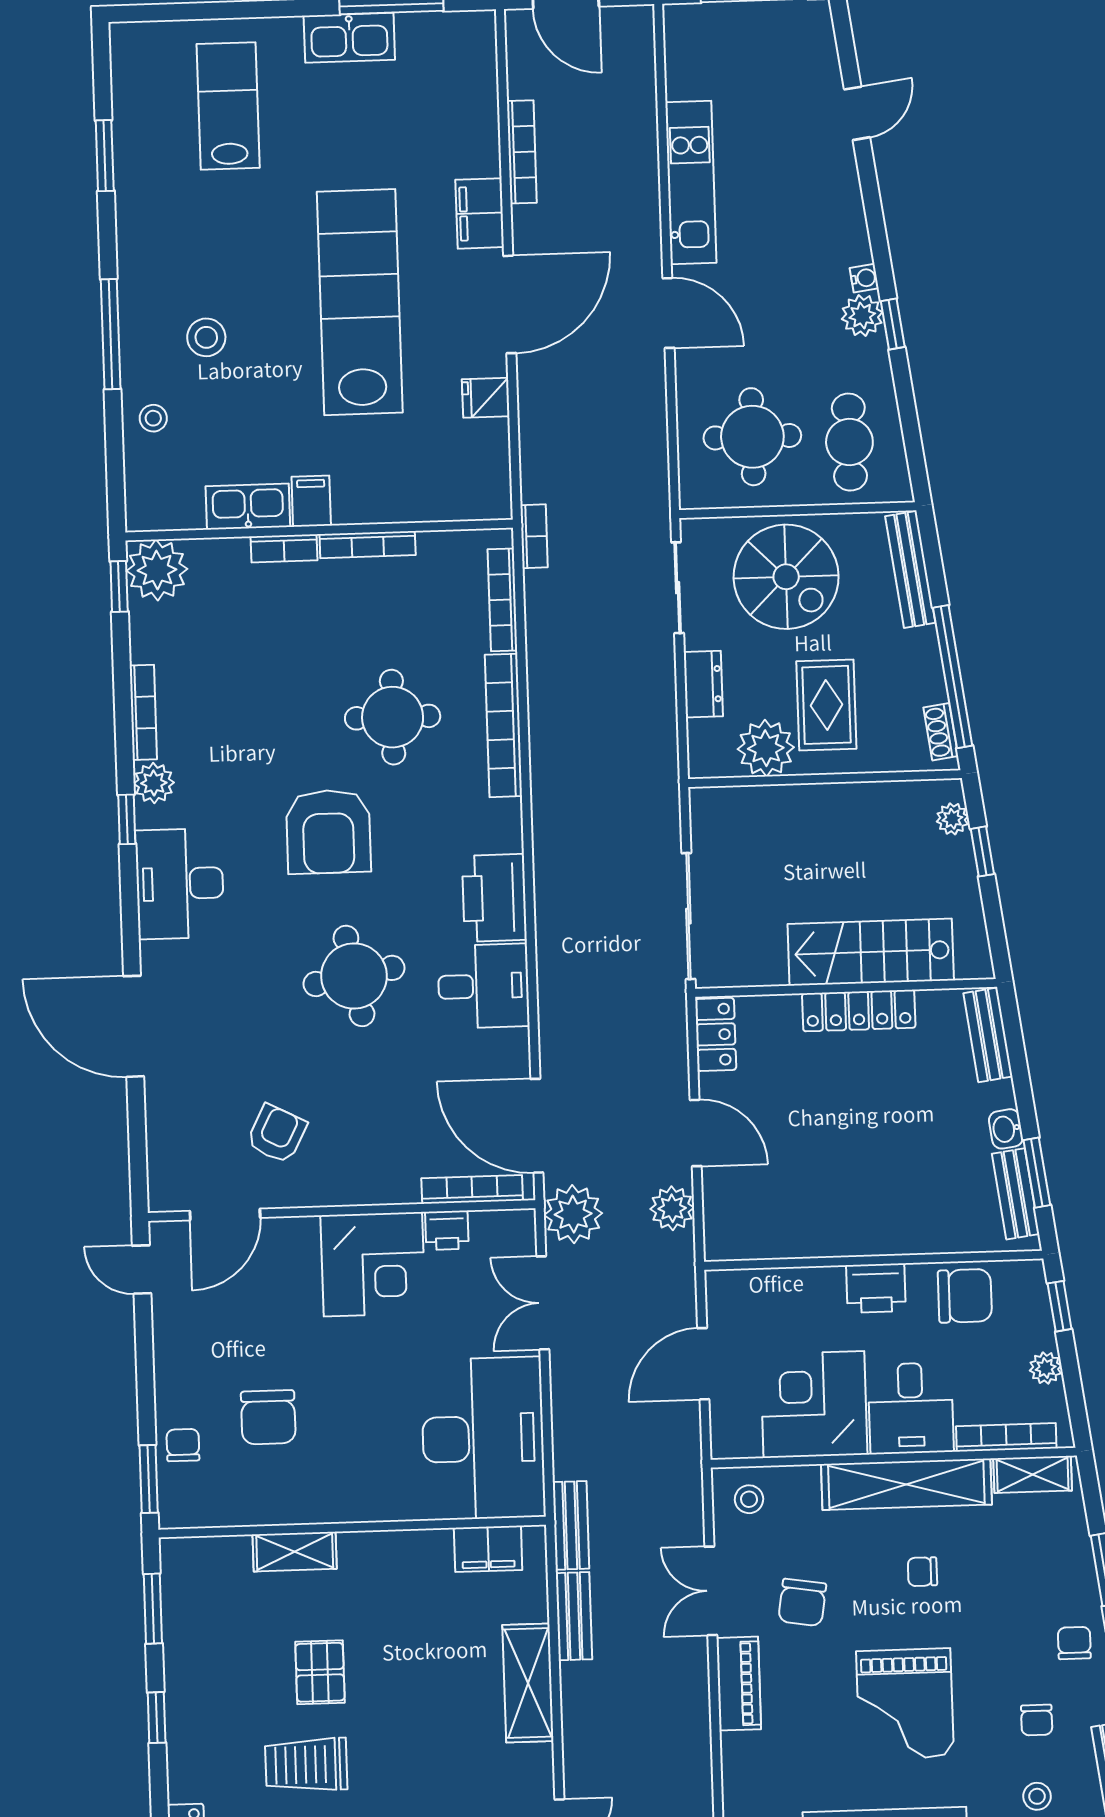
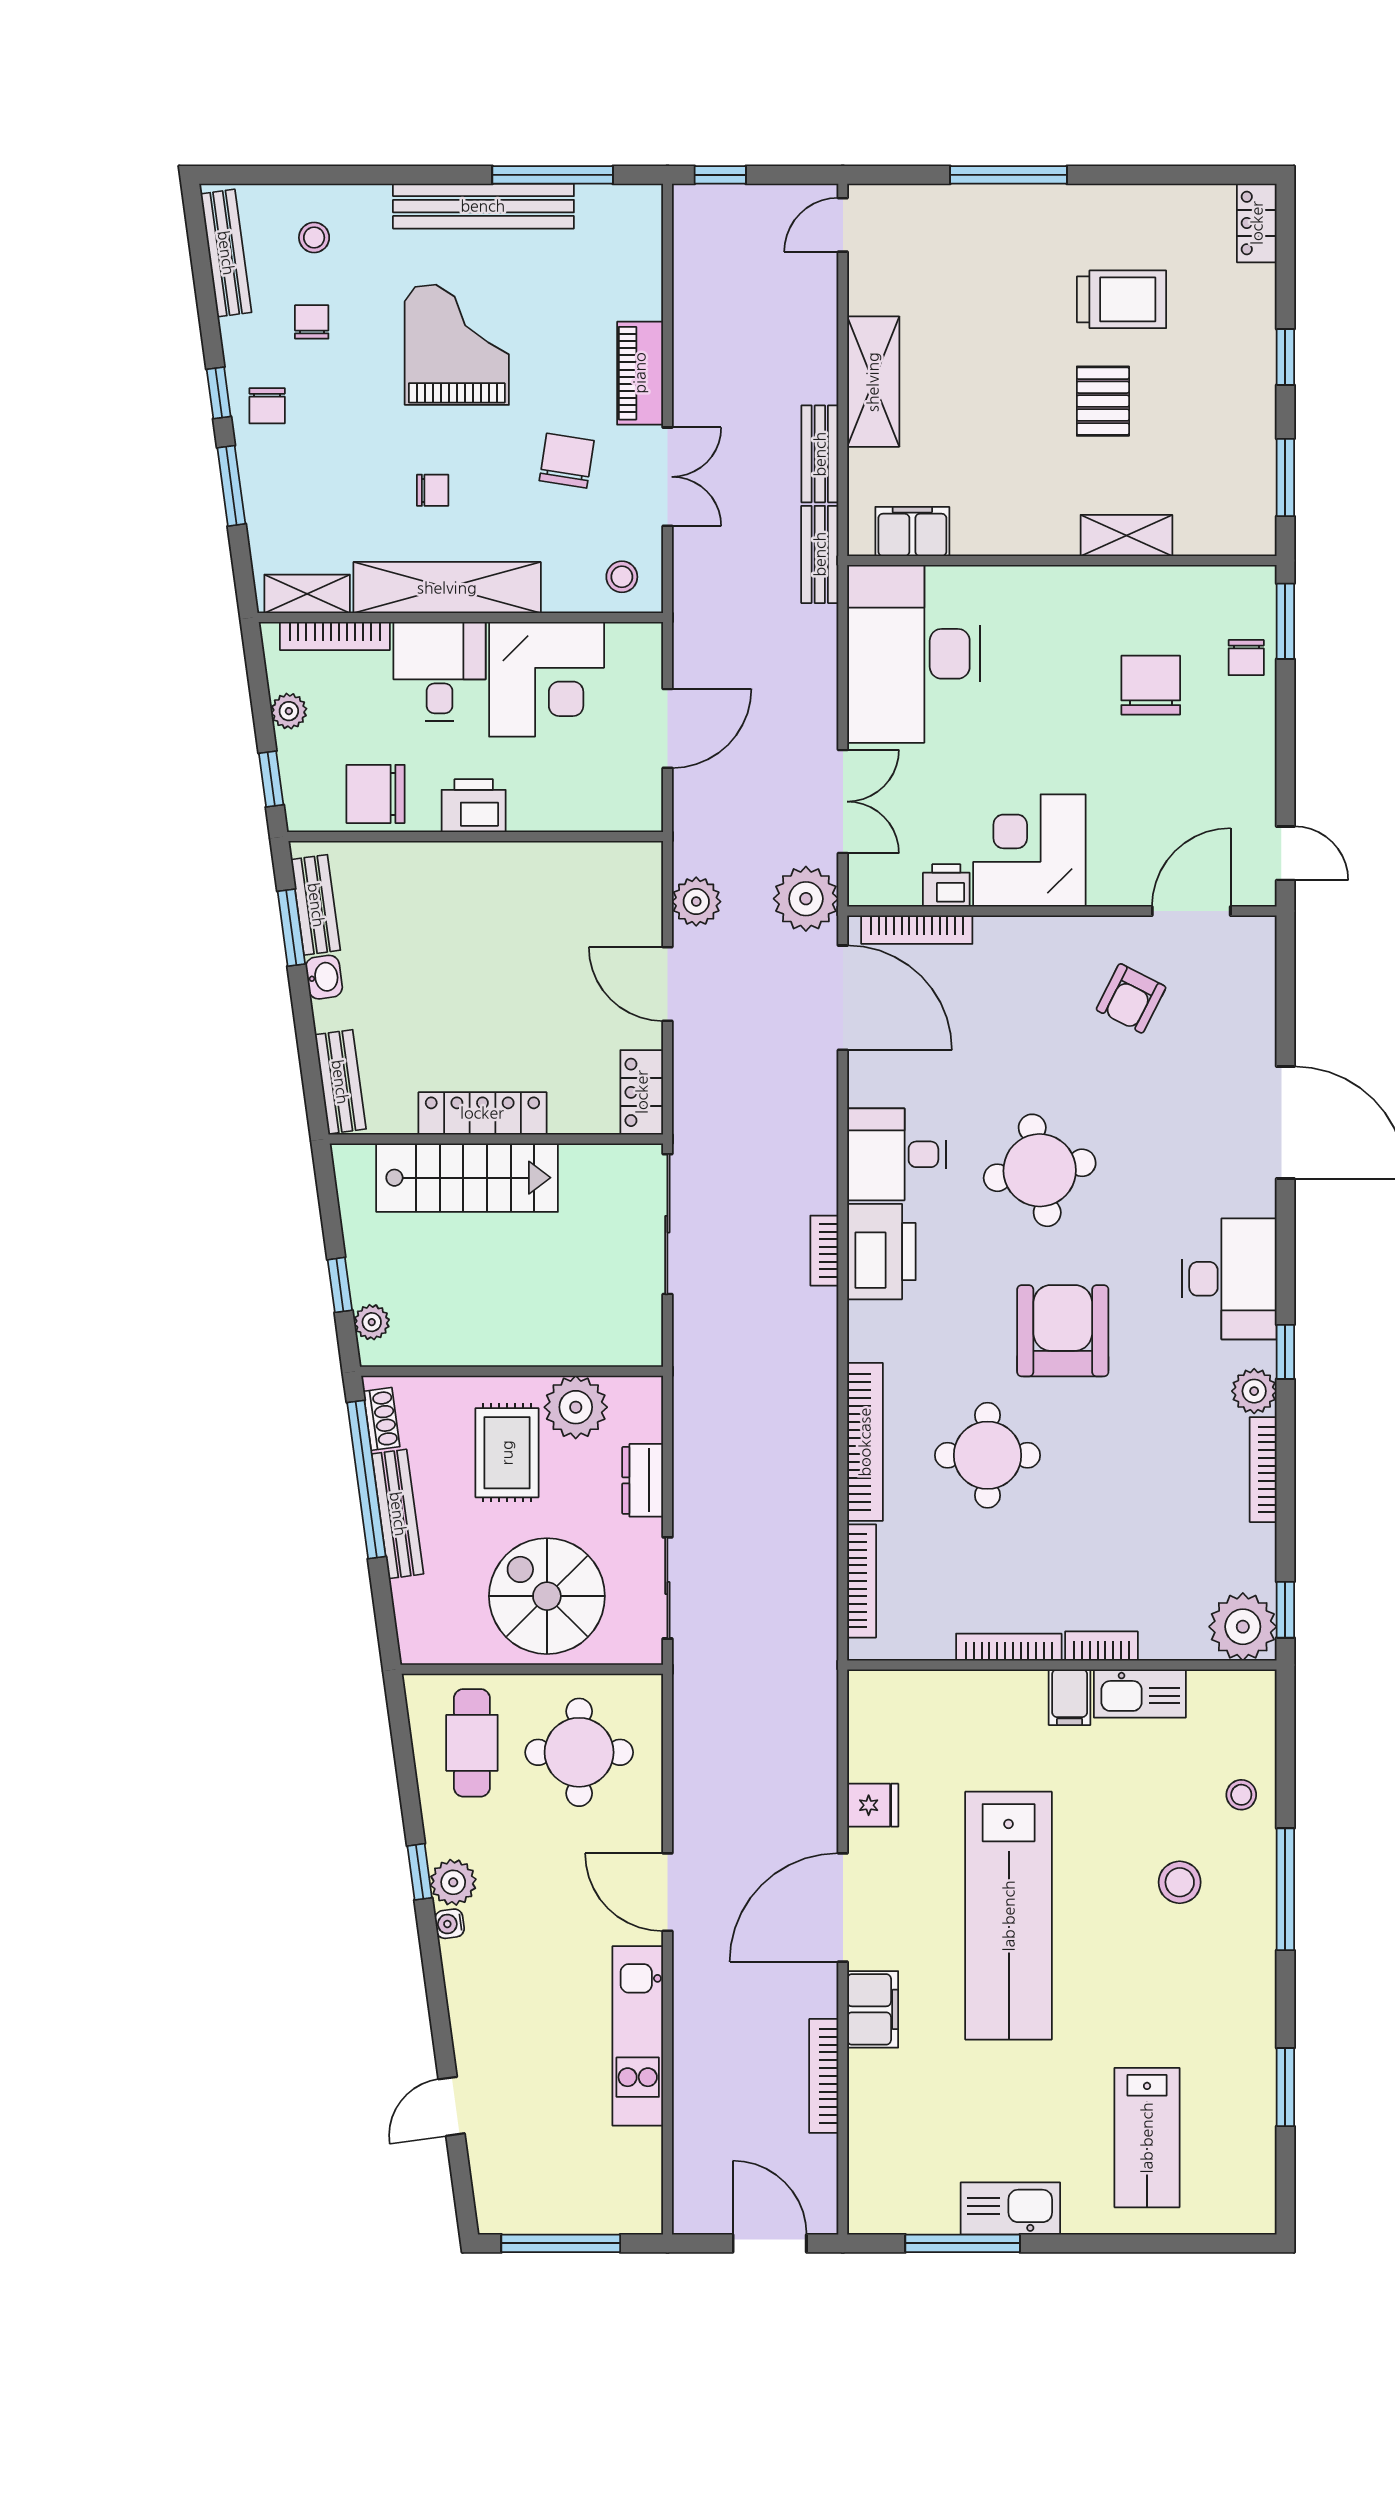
bookcase: (534, 536) -> (824, 1251), moved
bench: (910, 569) -> (398, 1514), moved

